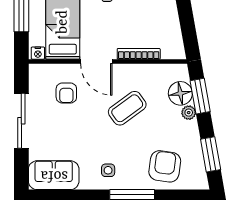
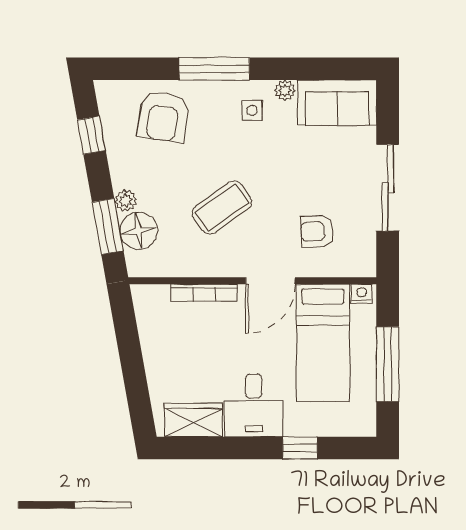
door: (96, 61) -> (270, 281), swing flipped
armchair: (66, 93) -> (317, 231), turned -93
window: (211, 154) -> (91, 135), width x0.67
plant: (87, 183) -> (285, 90), added

